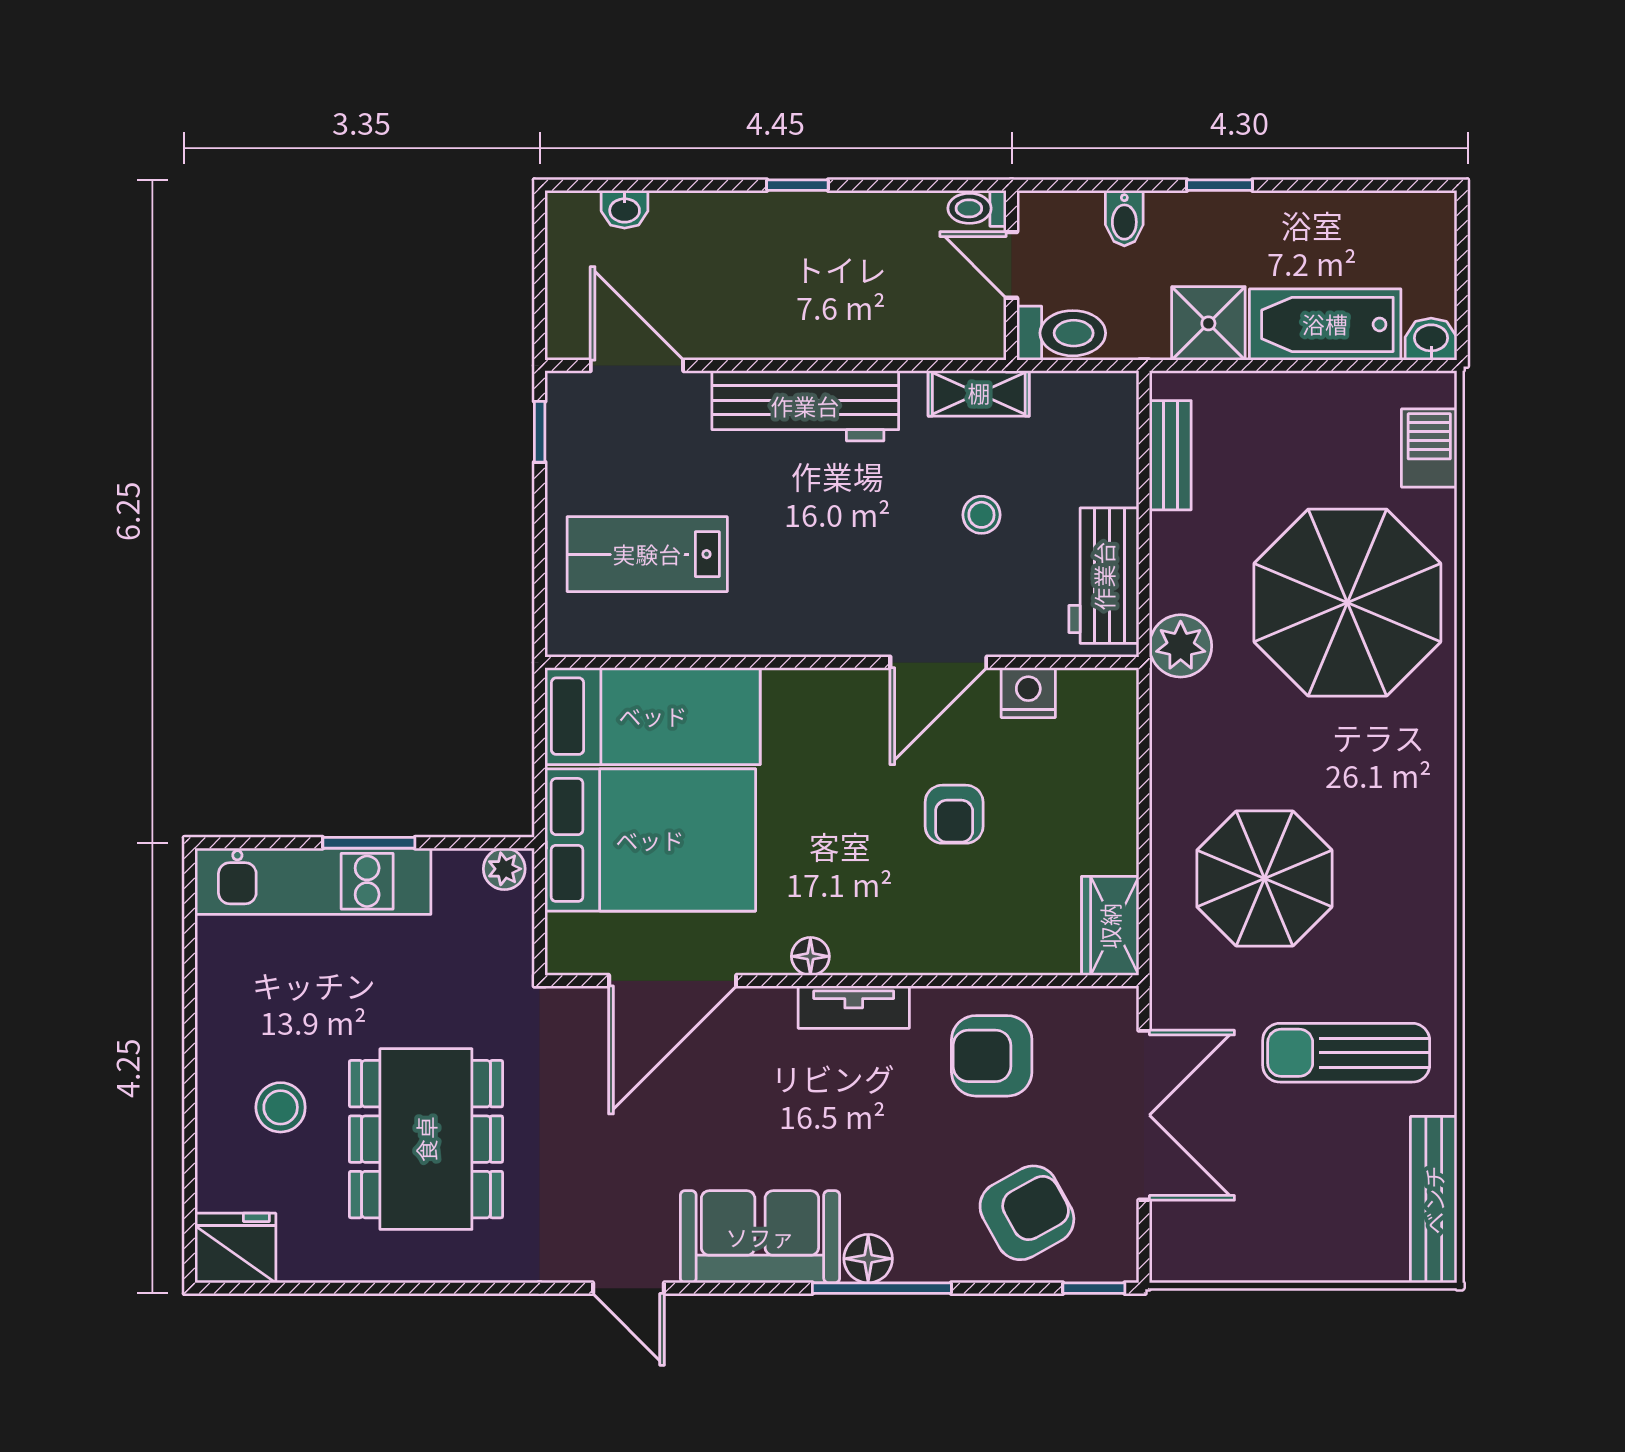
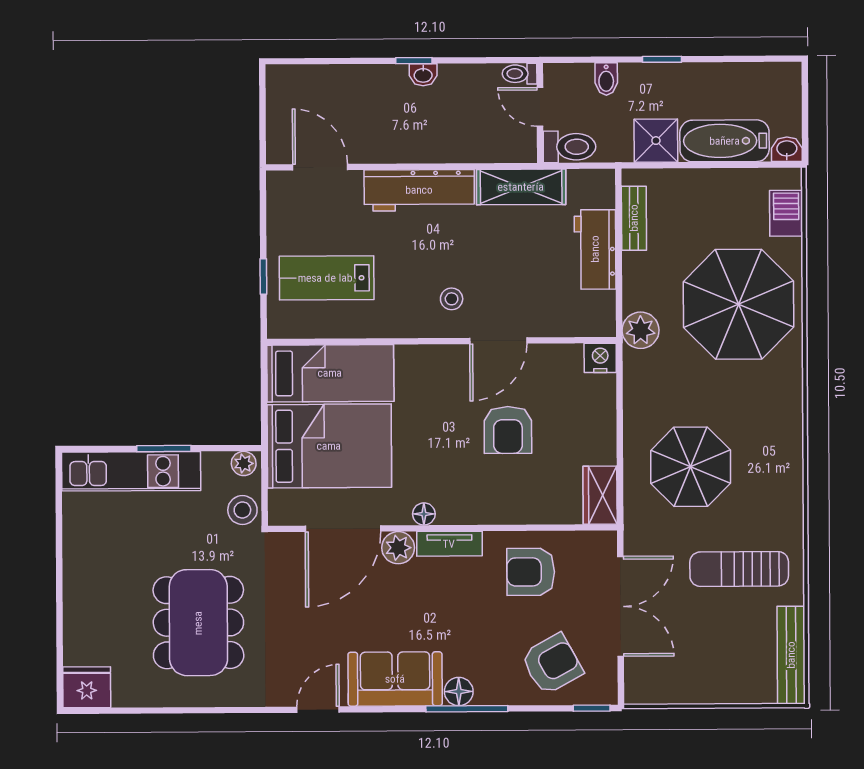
washbasin: (625, 209) -> (423, 75), moved
shelving: (979, 393) -> (521, 187), width x1.50, depth x1.33
window: (540, 432) -> (263, 276), moved
stool: (981, 515) -> (452, 299), moved
workbench: (1104, 576) -> (595, 249), moved
nightstand: (1028, 693) -> (600, 358), moved
armchair: (954, 814) -> (508, 430), width x1.38, depth x1.38
plant: (766, 1013) -> (398, 548), added
stool: (281, 1107) -> (242, 510), moved
door: (629, 1288) -> (318, 710), swing flipped

